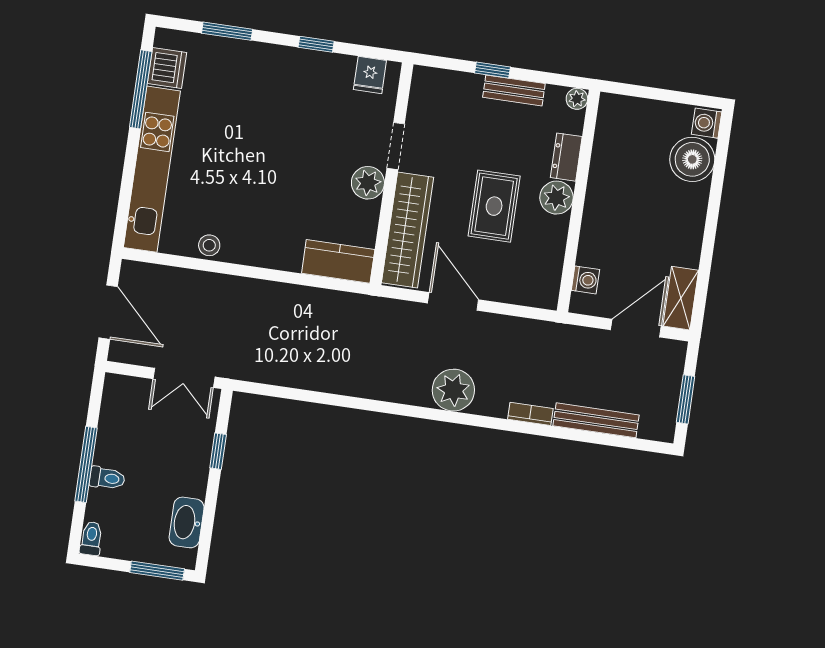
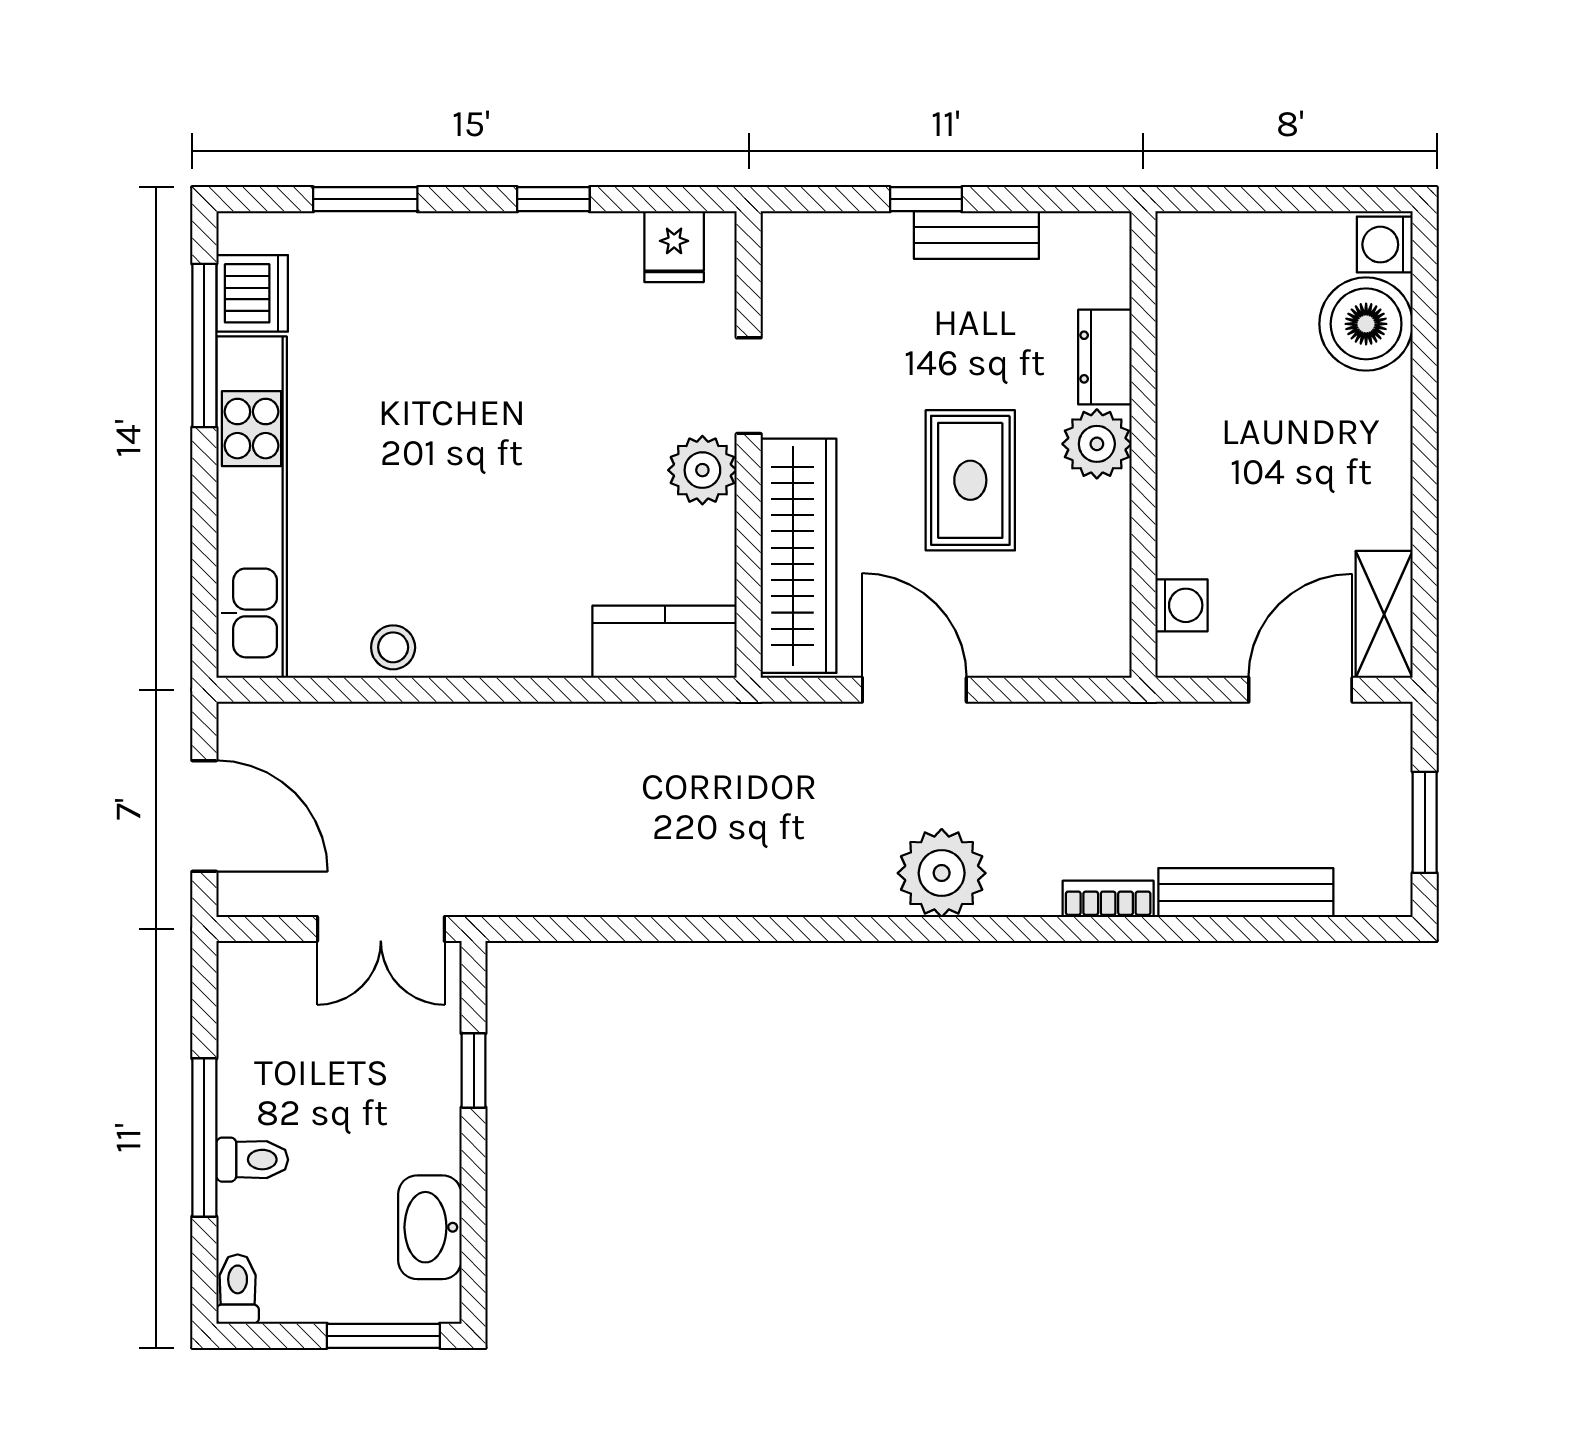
plant: (577, 99) -> (1109, 233), removed

